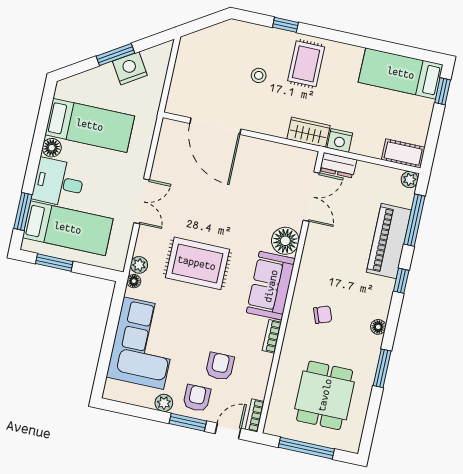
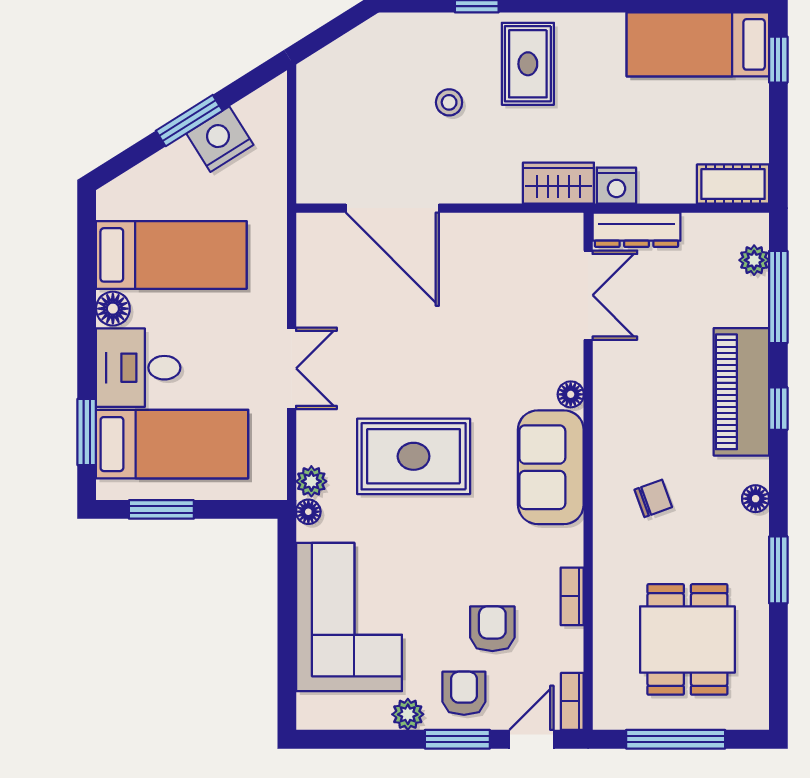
dresser: (338, 165) -> (636, 230), width x1.44
plant: (410, 179) -> (754, 260), moved
floor lamp: (285, 241) -> (571, 394), width x0.53, depth x0.53
piano: (389, 241) -> (741, 392), moved
bookcase: (272, 336) -> (572, 596), moved

